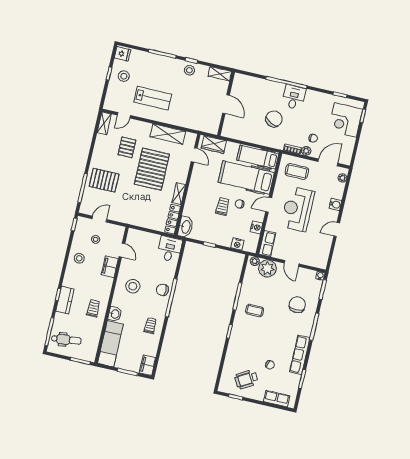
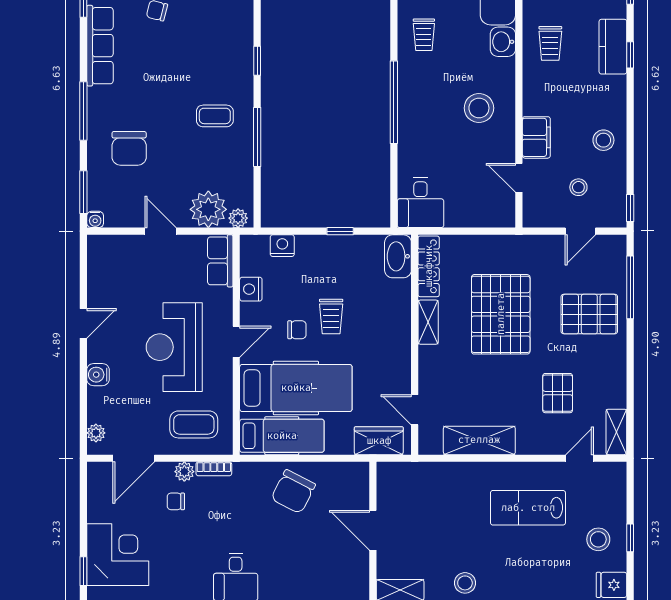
chair: (274, 119) -> (293, 492), moved
pallet: (152, 169) -> (501, 314), moved
reception desk: (298, 209) -> (174, 347), turned 180
chair: (162, 290) -> (416, 115), removed

